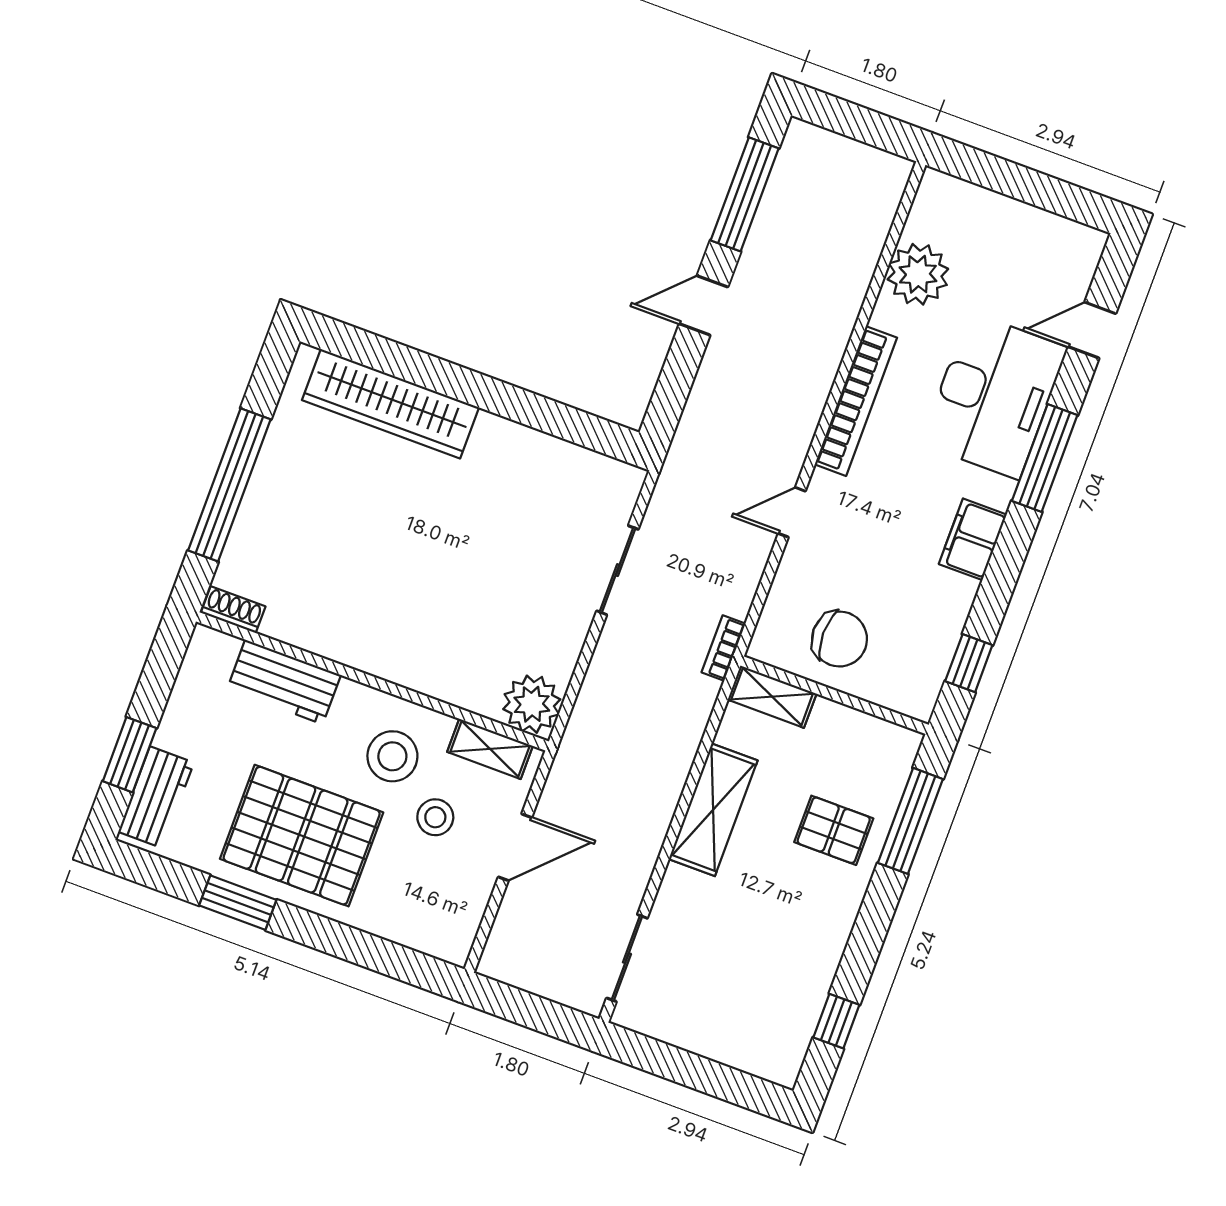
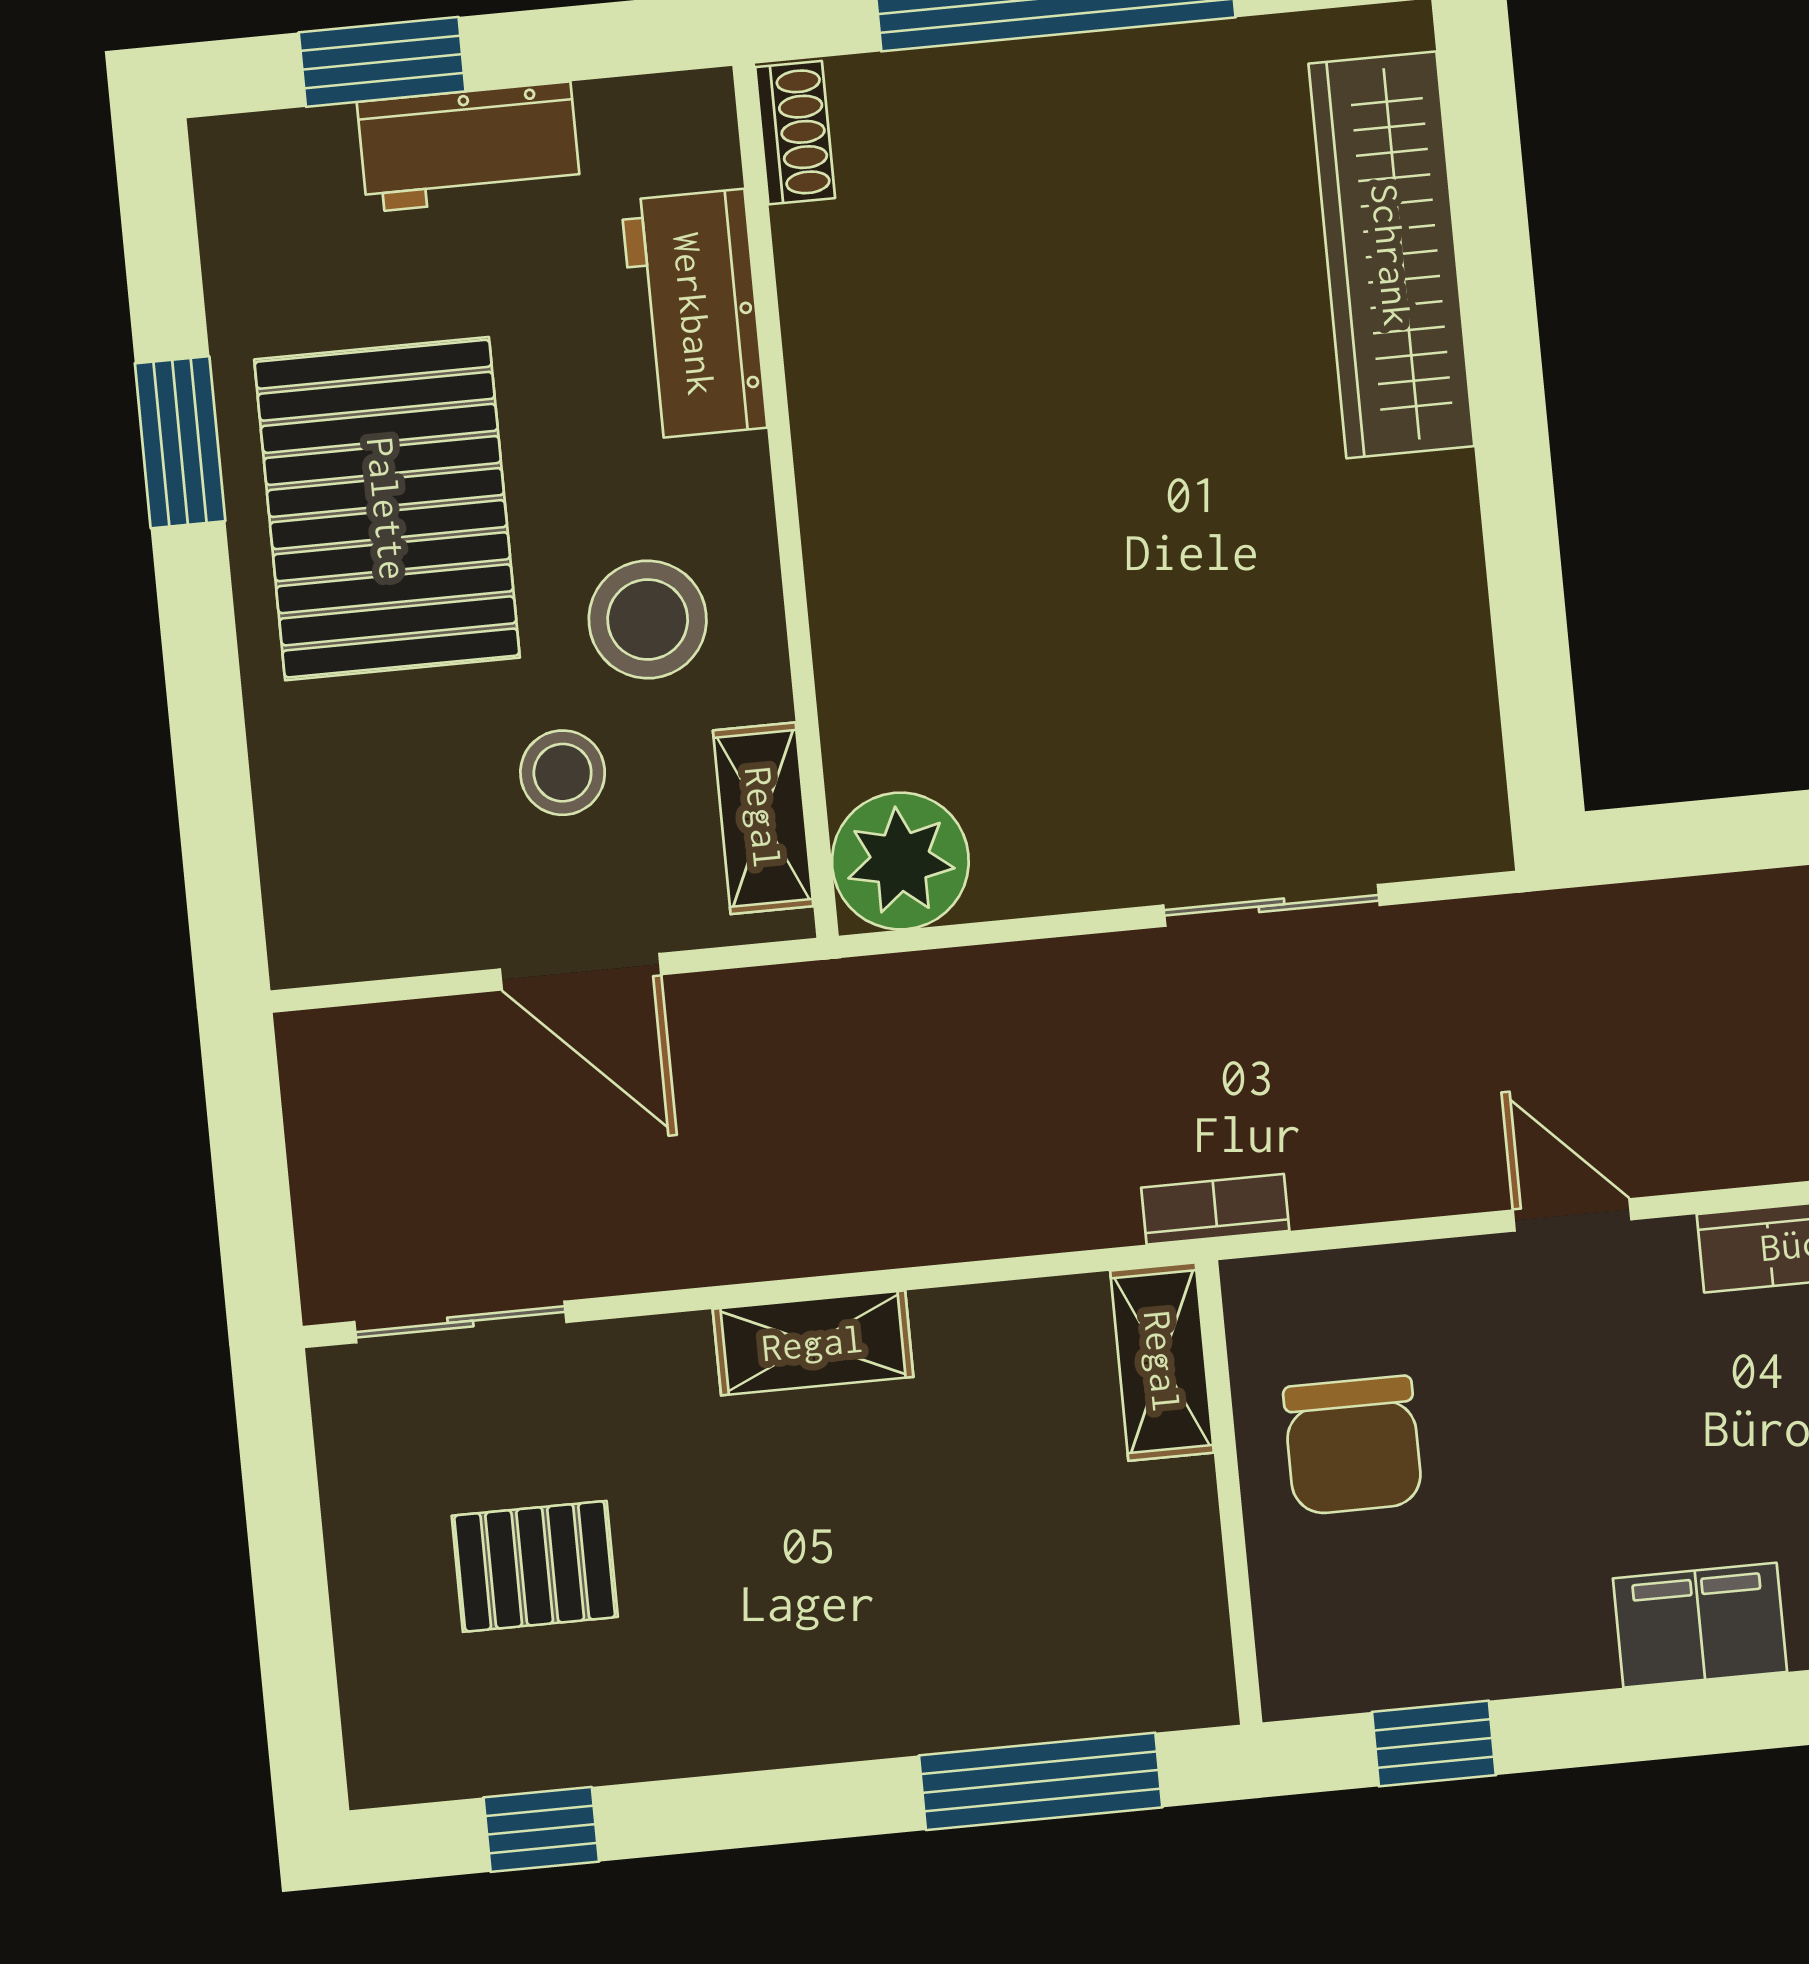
workbench: (156, 797) -> (469, 147), moved
shelving: (713, 810) -> (813, 1343), width x0.67, depth x0.75
pallet: (834, 830) -> (535, 1566), moved, turned 90

